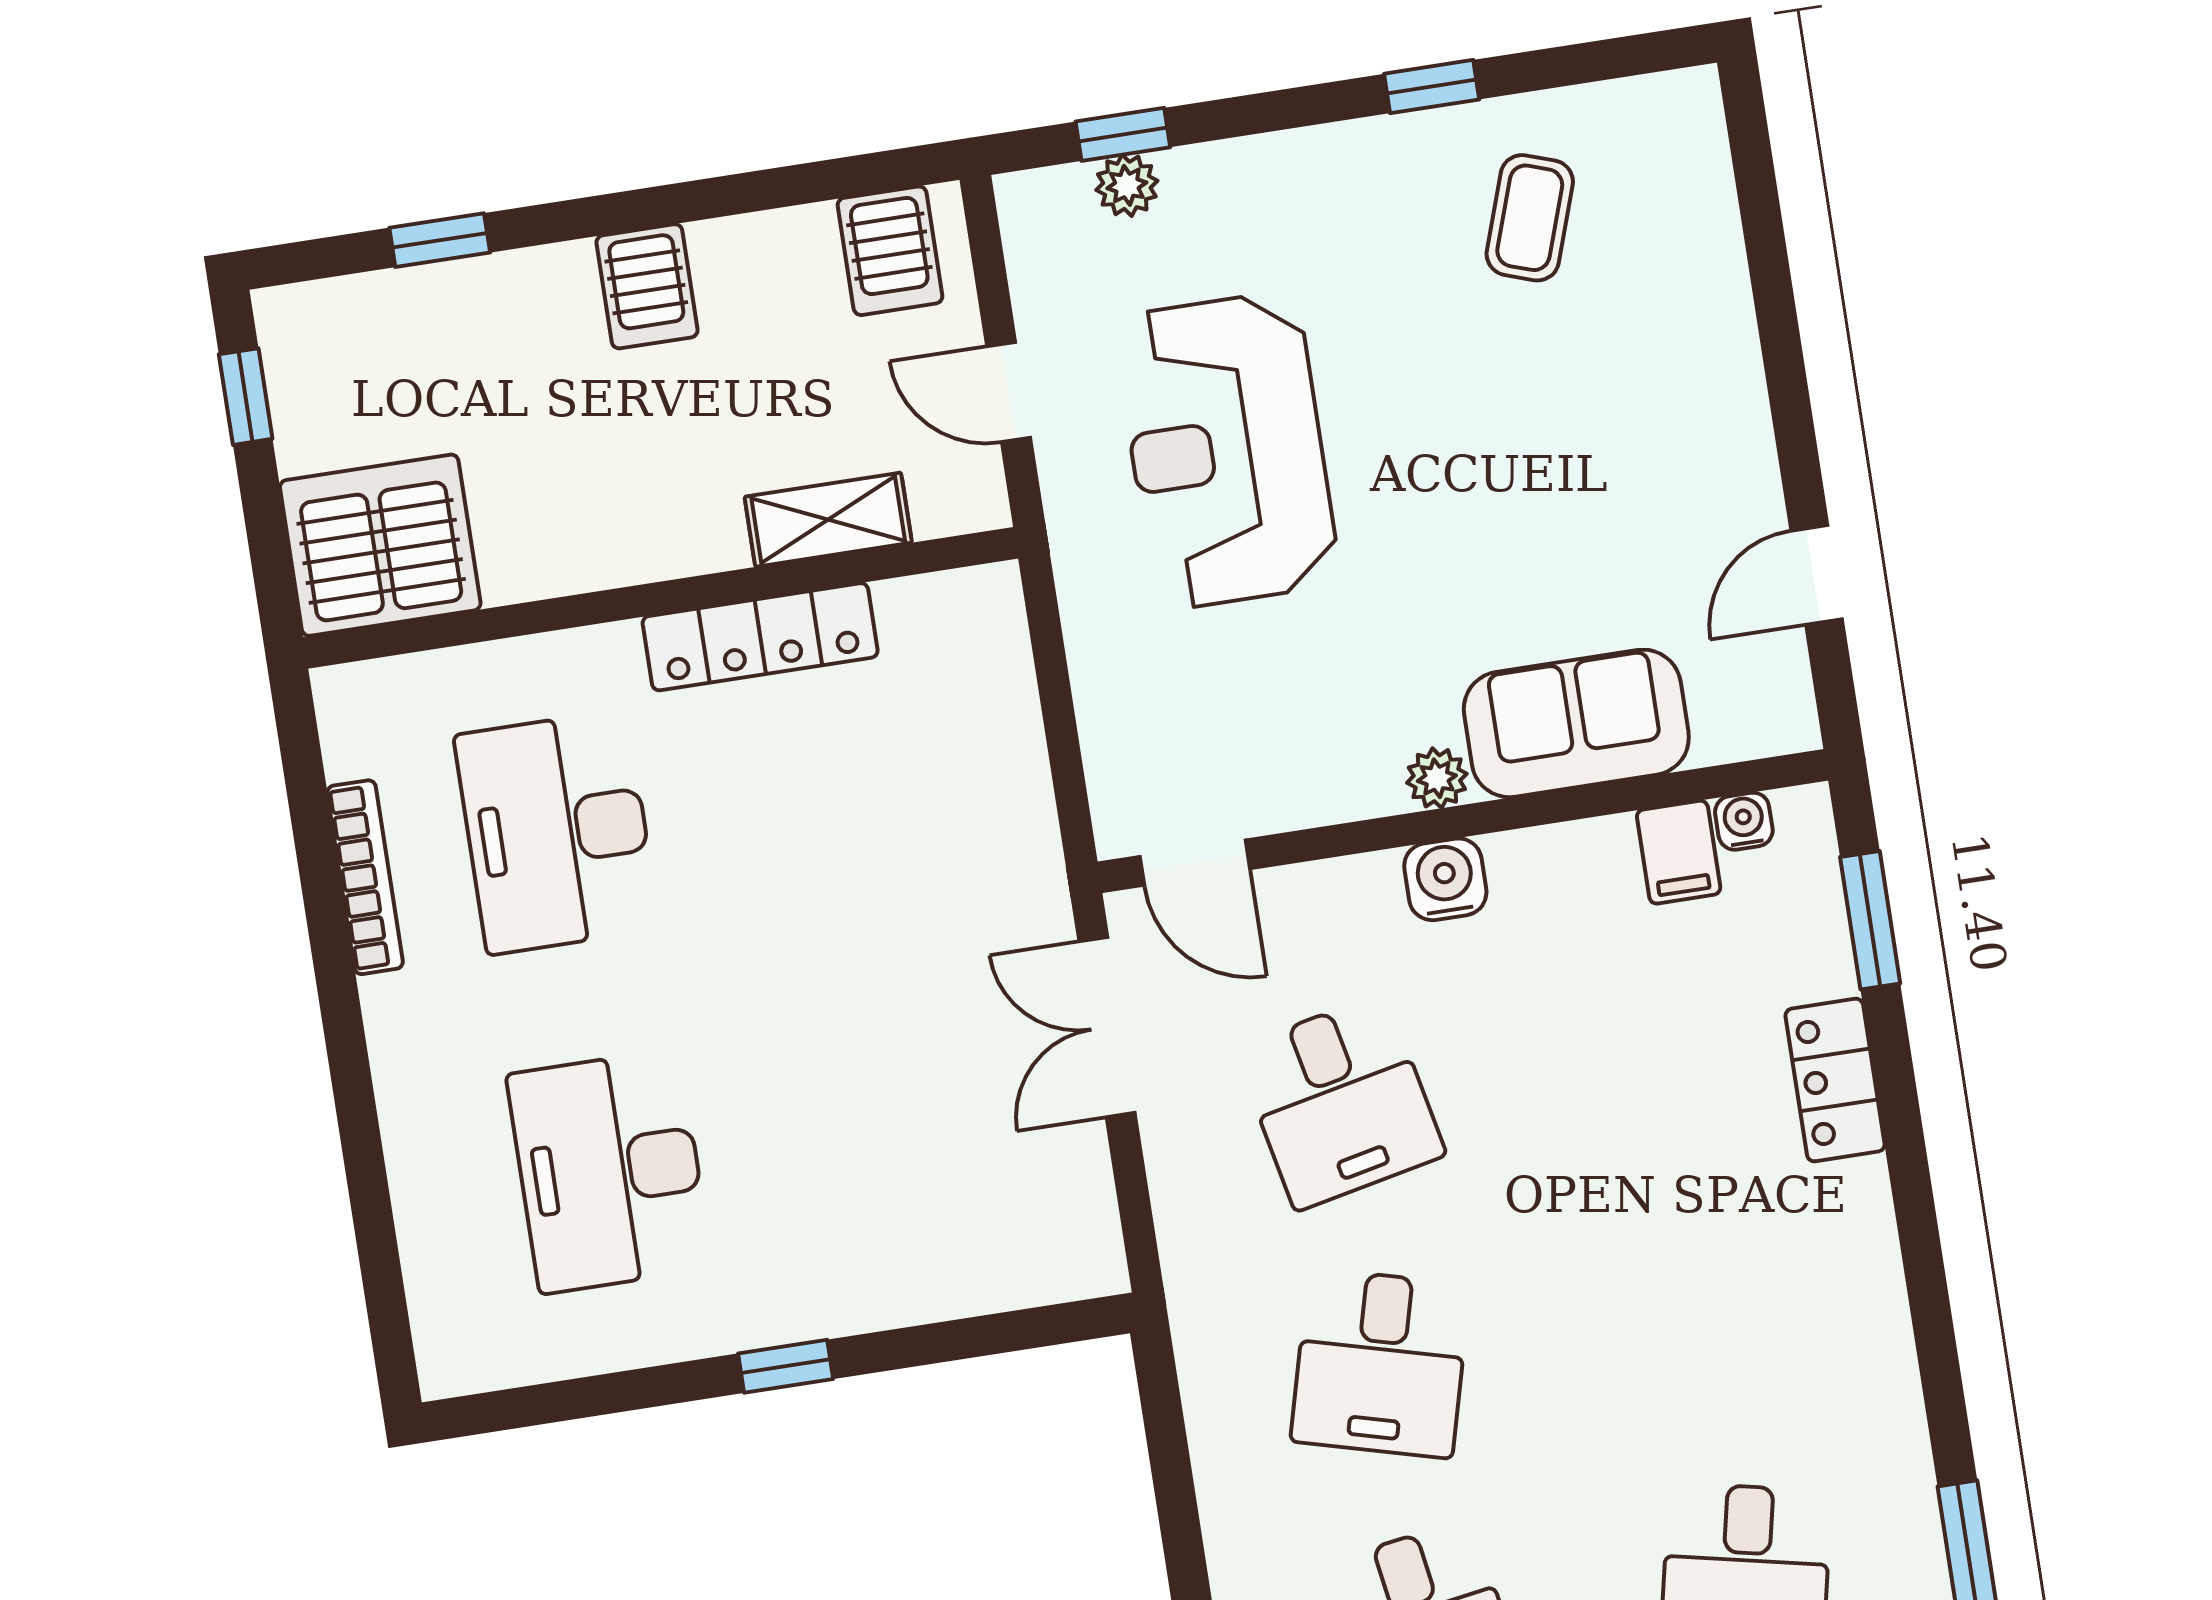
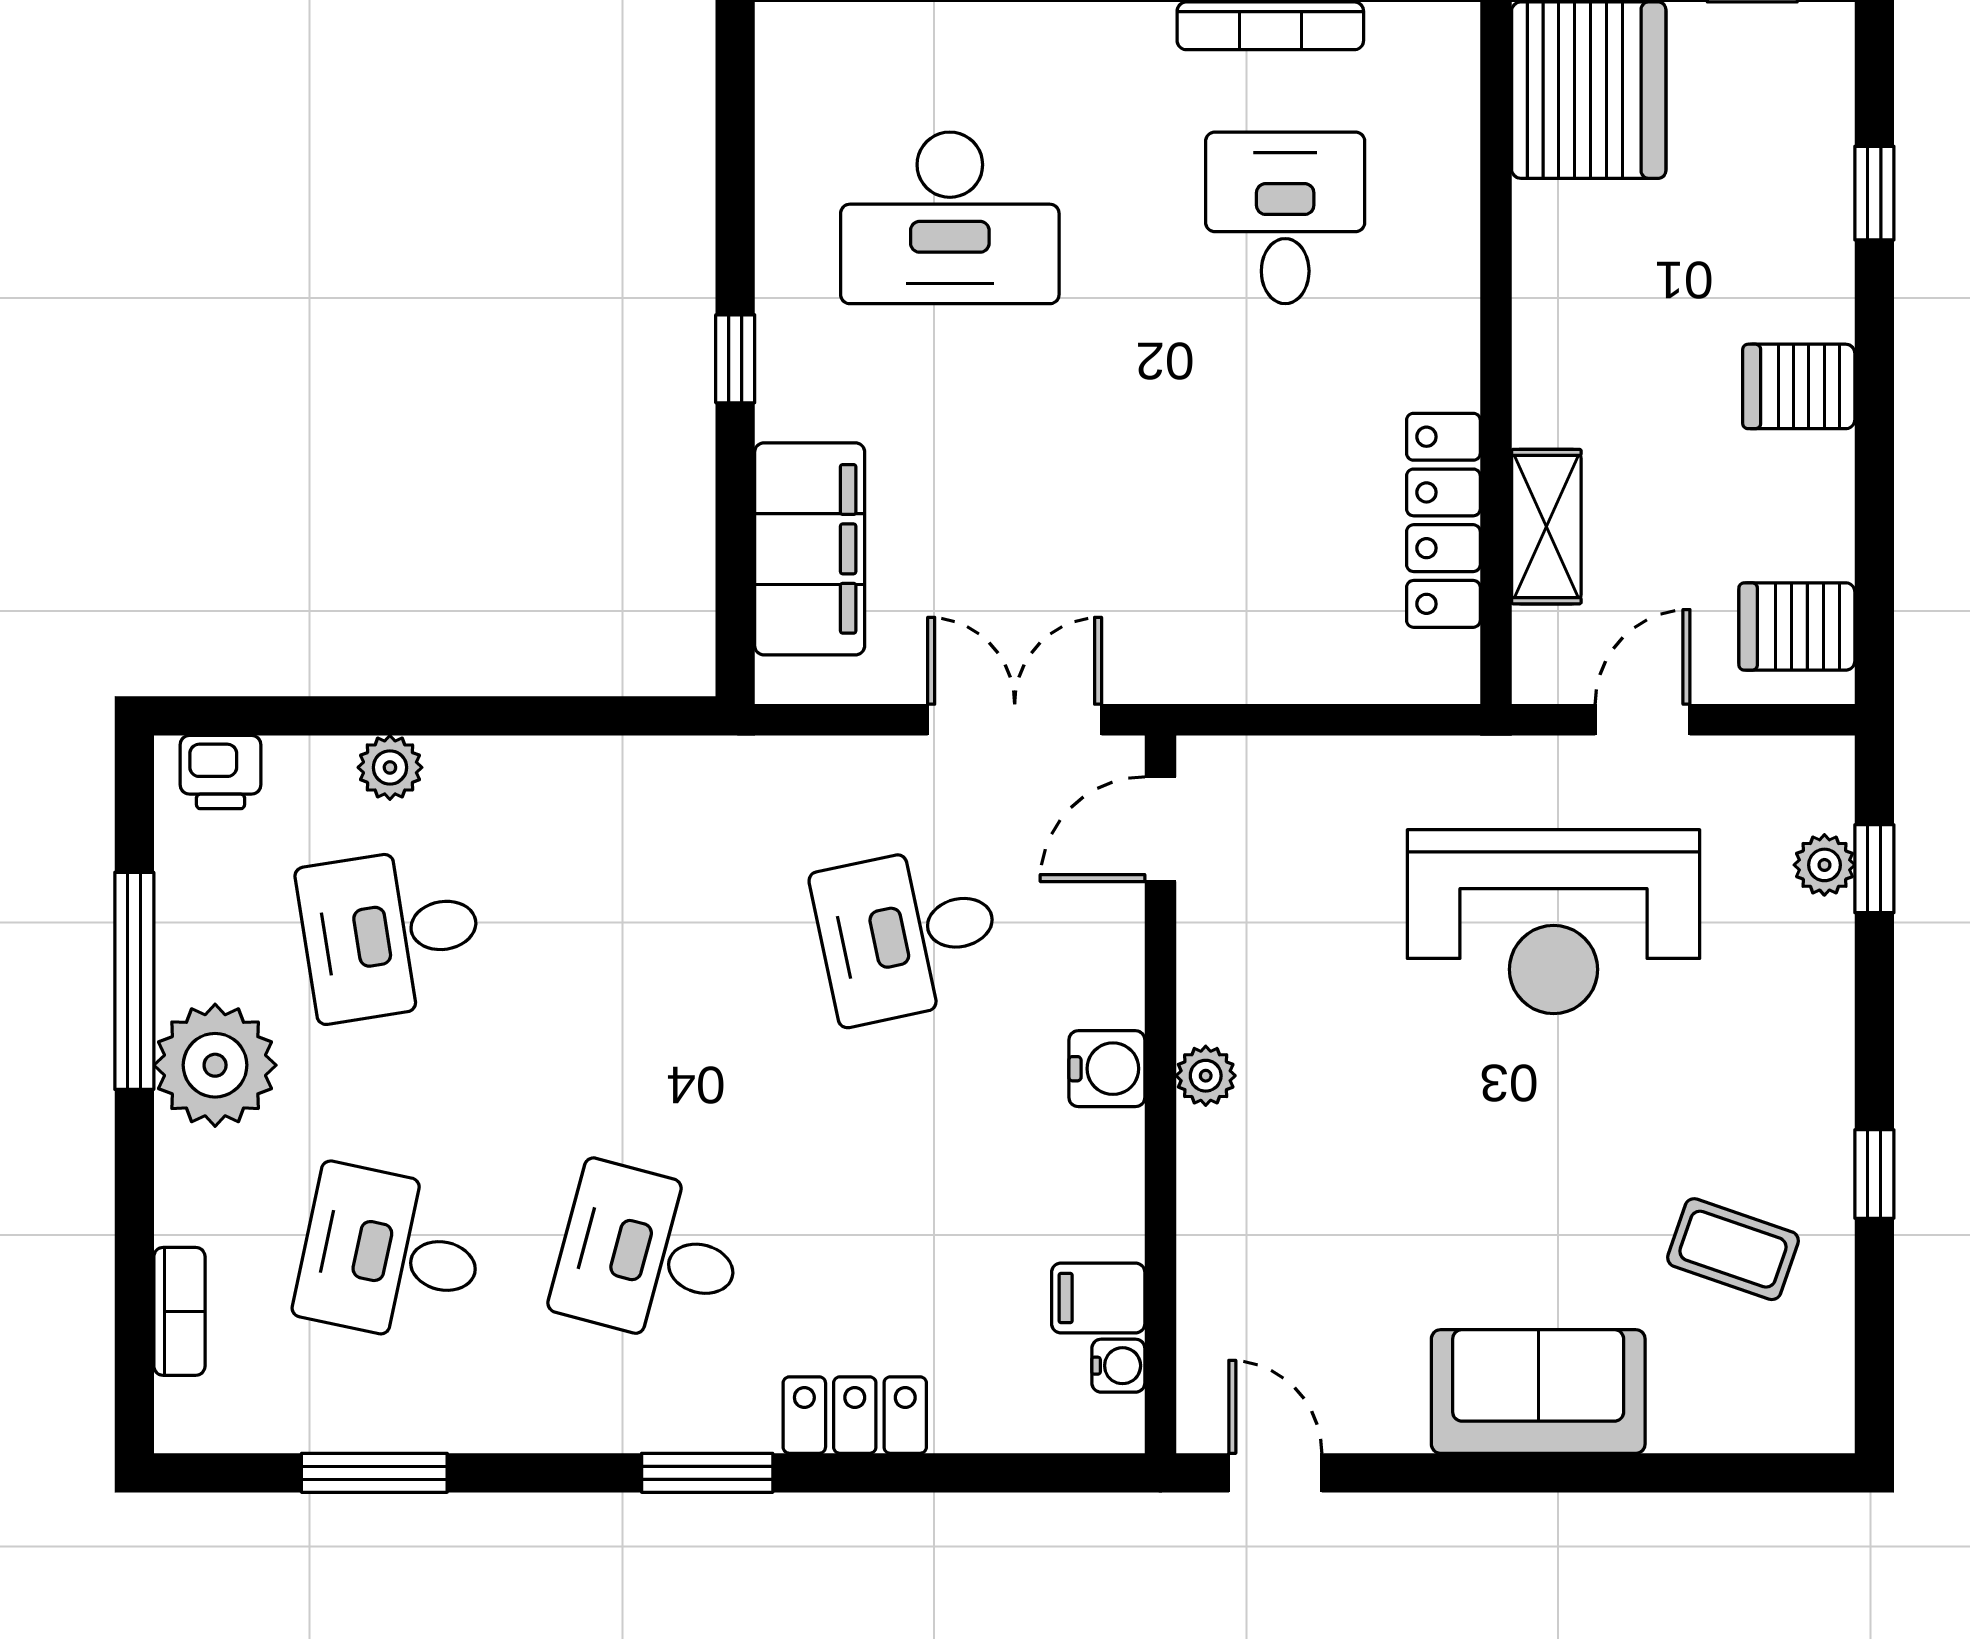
reception desk: (1227, 451) -> (1554, 922), turned 180
door: (1817, 575) -> (1275, 1473), moved
locker: (760, 637) -> (1443, 520), moved
sofa: (1576, 723) -> (1538, 1392), moved, turned -90
desk: (557, 832) -> (1285, 218), width x0.73
window: (1870, 920) -> (707, 1473), moved
desk: (609, 1171) -> (950, 218), turned 180
filing cabinet: (966, 1261) -> (810, 549), added
desk: (1381, 1363) -> (649, 1255), moved

